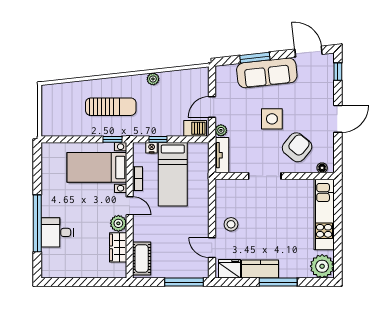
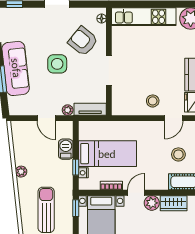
barbecue: (195, 128) -> (66, 149), moved
stool: (172, 253) -> (178, 154), added

